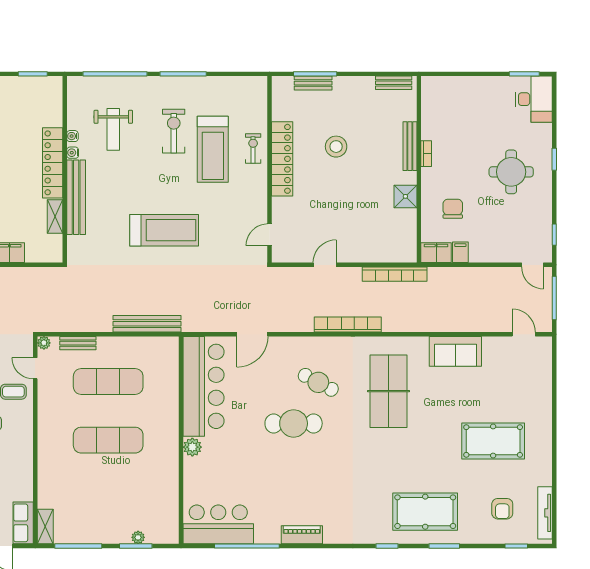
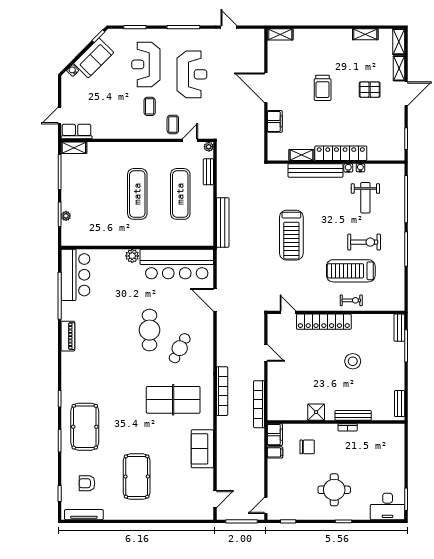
bench: (313, 83) -> (399, 328), moved
weight bench: (113, 129) -> (365, 198), turned -90
locker: (282, 159) -> (324, 322), moved
bookcase: (348, 325) -> (222, 391), moved

